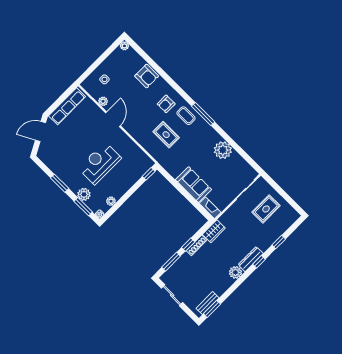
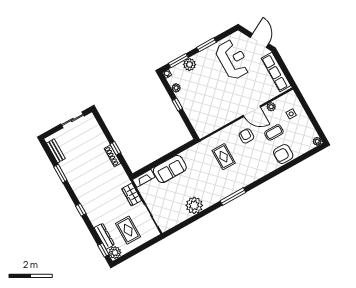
armchair: (166, 104) -> (246, 136), moved
coffee table: (186, 116) -> (274, 132), moved
rug: (166, 135) -> (224, 157), turned 90
reception desk: (100, 163) -> (233, 60), moved
window: (149, 174) -> (177, 105), moved
wardrobe: (214, 231) -> (132, 195), moved
window: (279, 242) -> (103, 250), moved
dresser: (251, 259) -> (104, 236), moved
window: (171, 262) -> (104, 128), removed
plant: (235, 272) -> (115, 253), moved
window: (212, 309) -> (60, 173), moved

